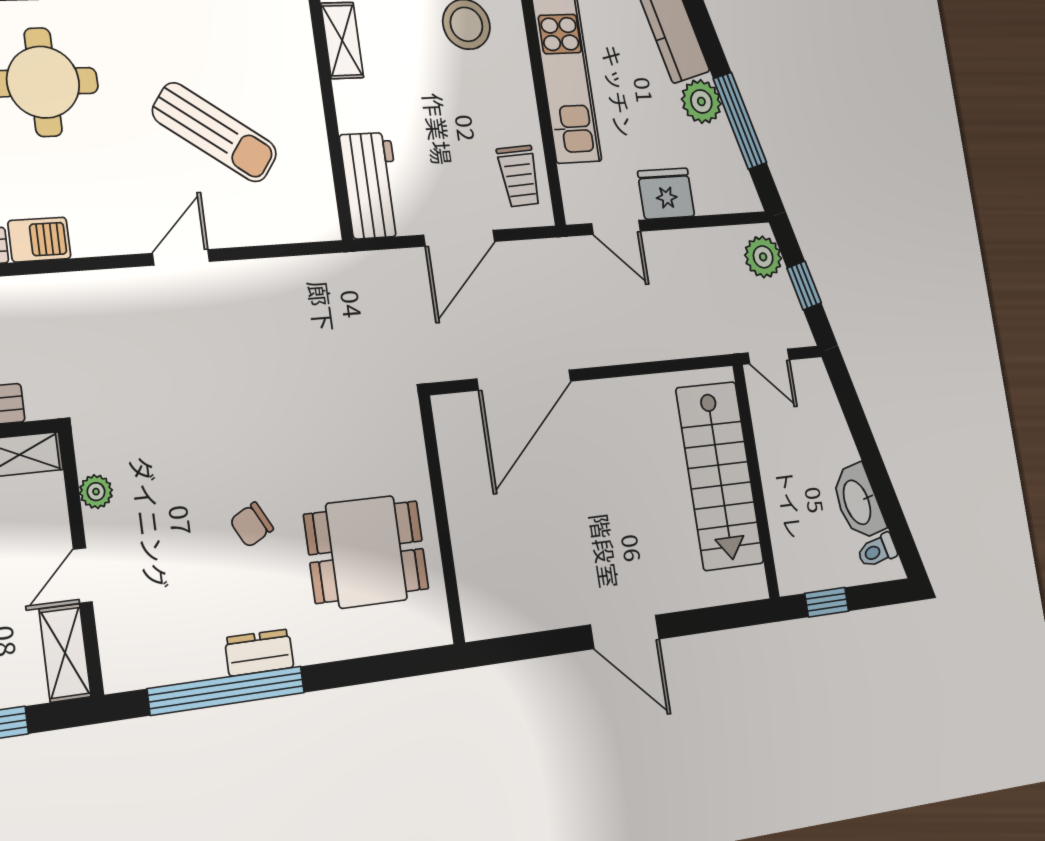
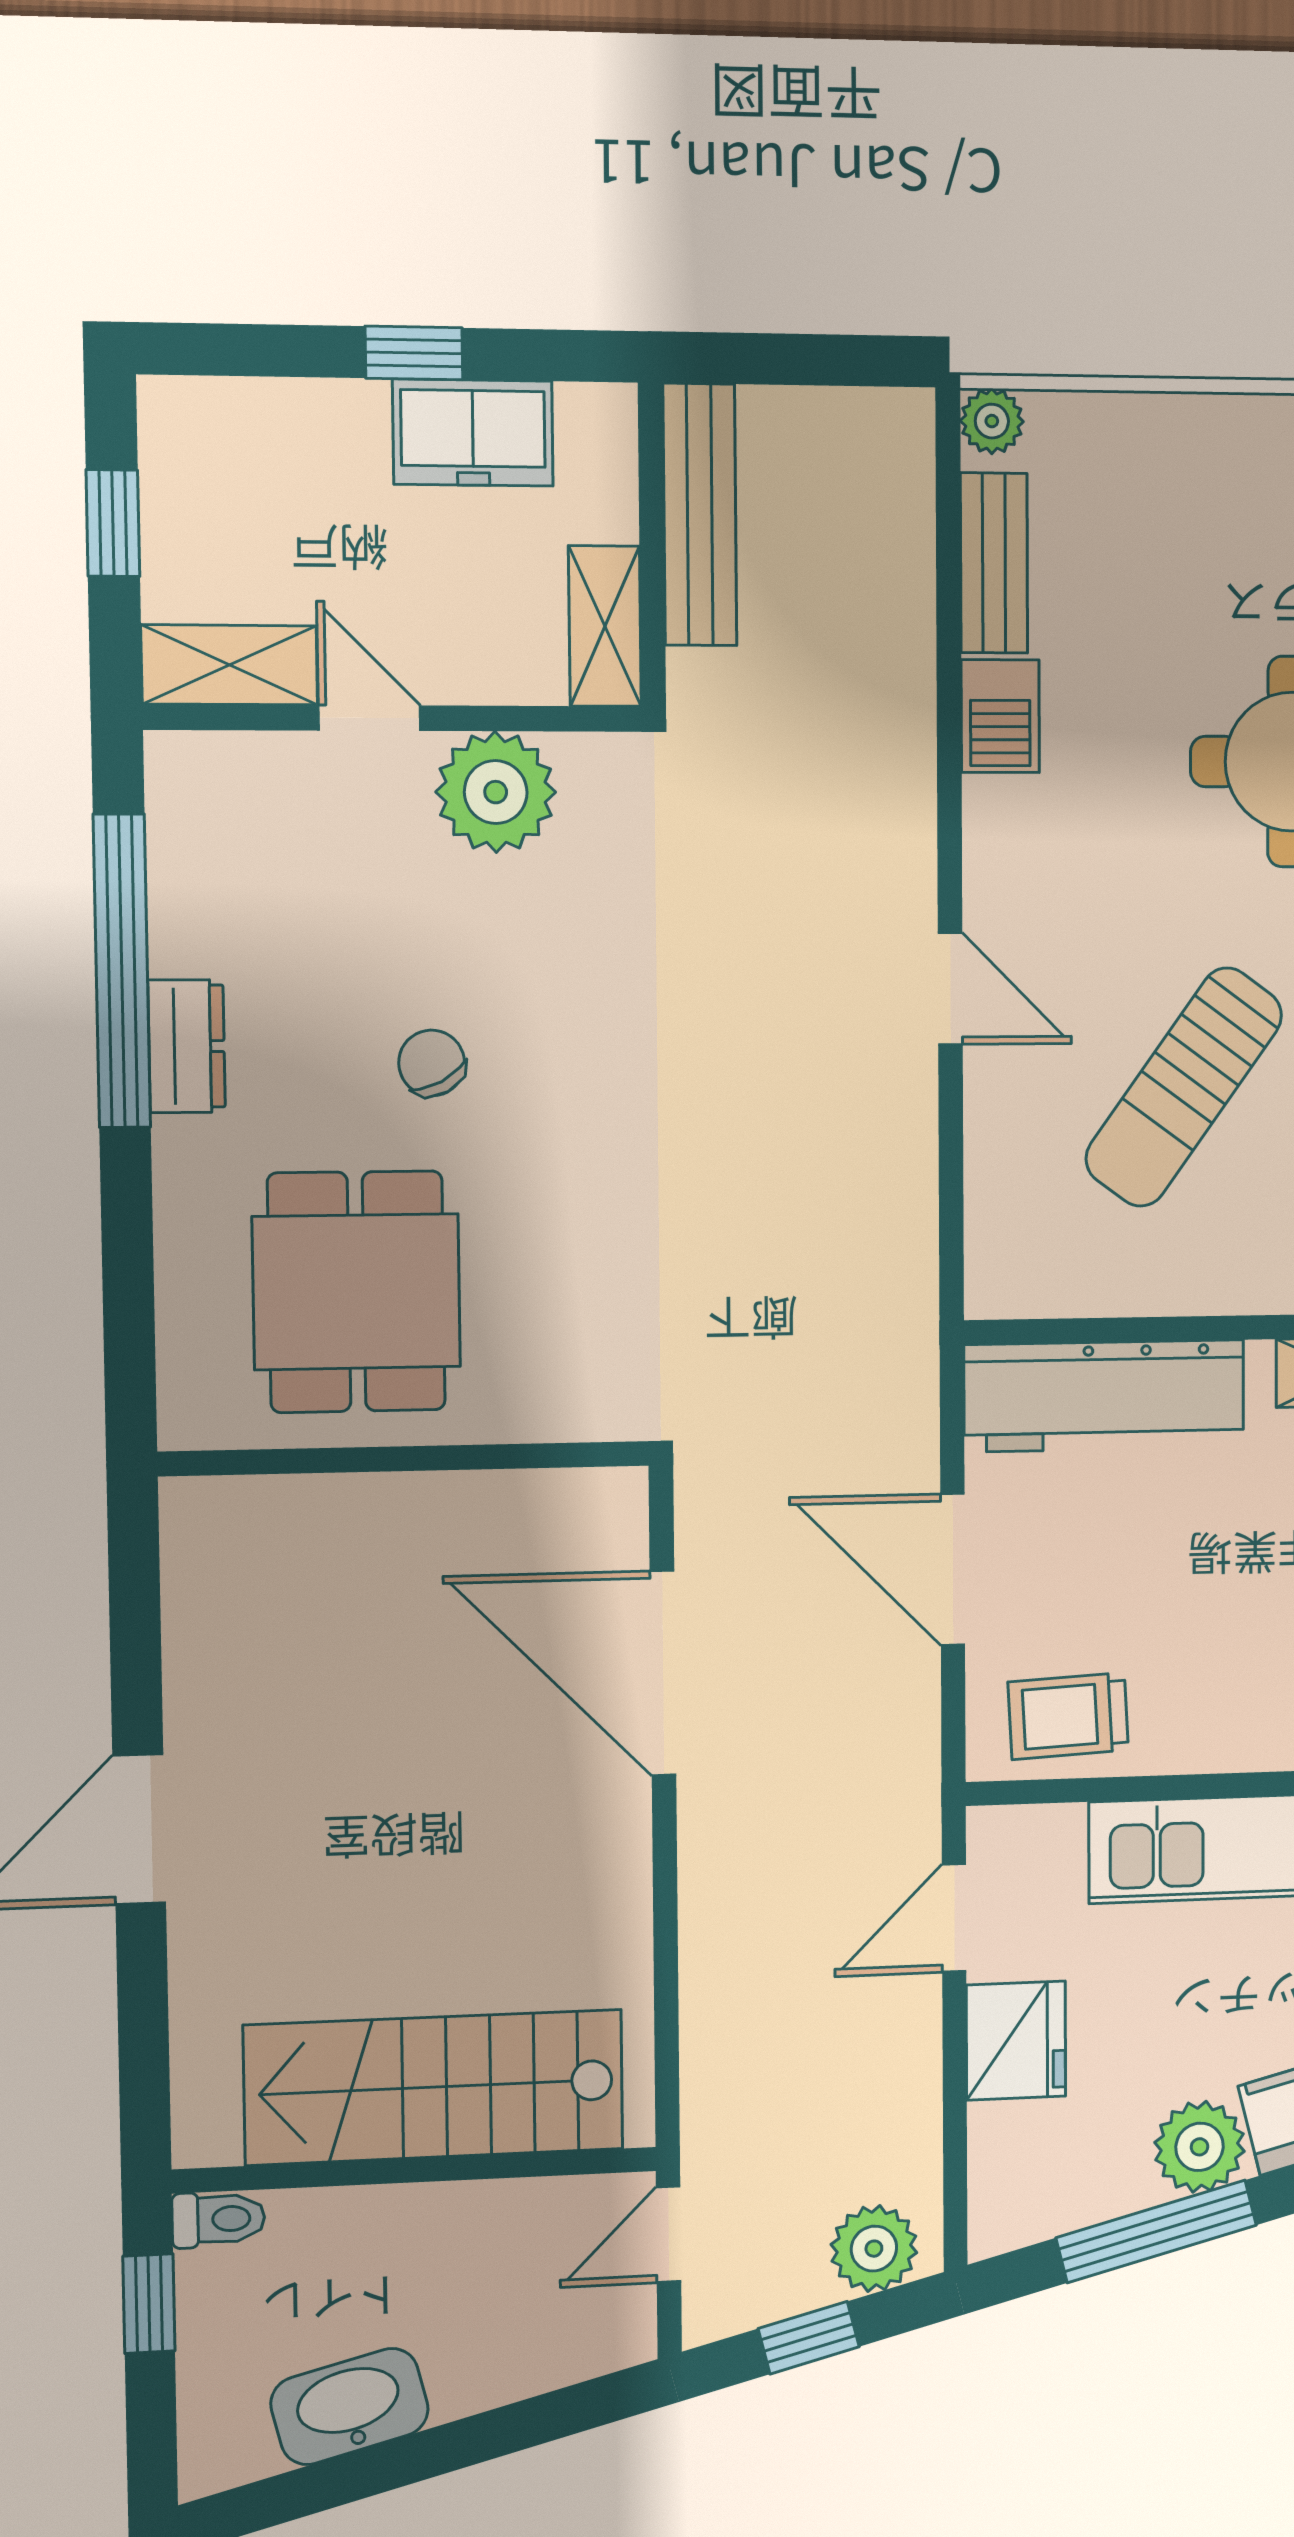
workbench: (372, 185) -> (1104, 1396), width x1.38
plant: (96, 492) -> (496, 792), width x1.88, depth x1.88
toilet: (877, 551) -> (218, 2219), moved, turned 104

